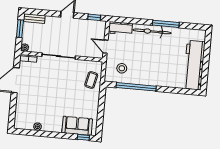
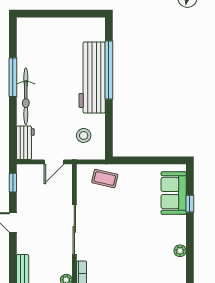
workbench: (194, 65) -> (92, 78), moved, turned 90
window: (136, 87) -> (109, 70), moved
window: (83, 137) -> (190, 204), moved

